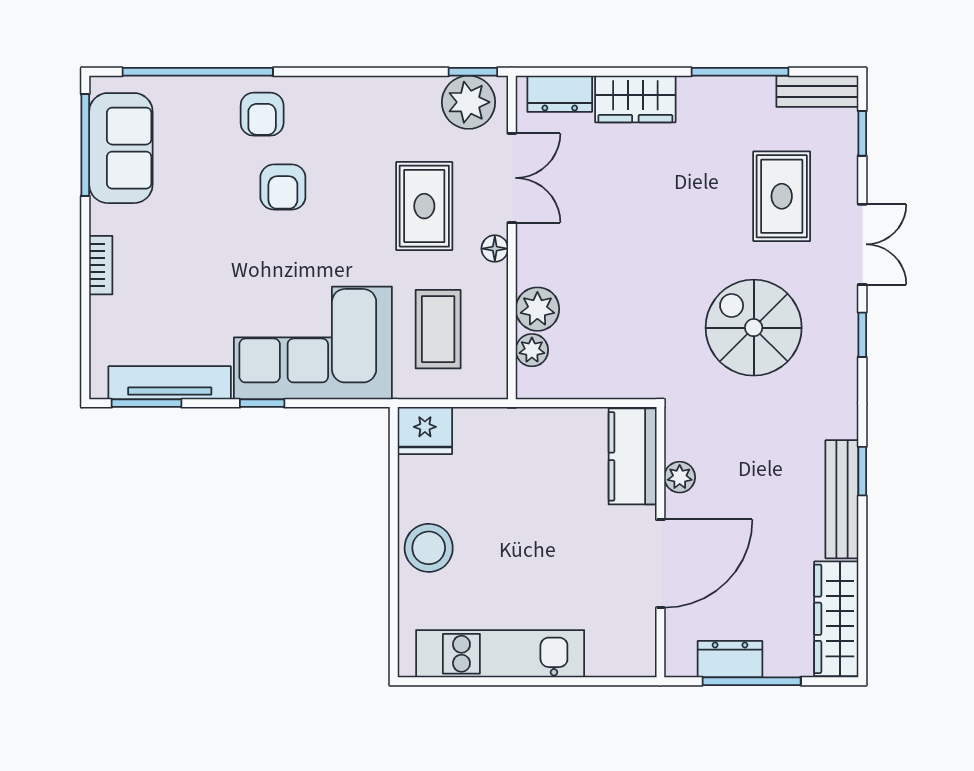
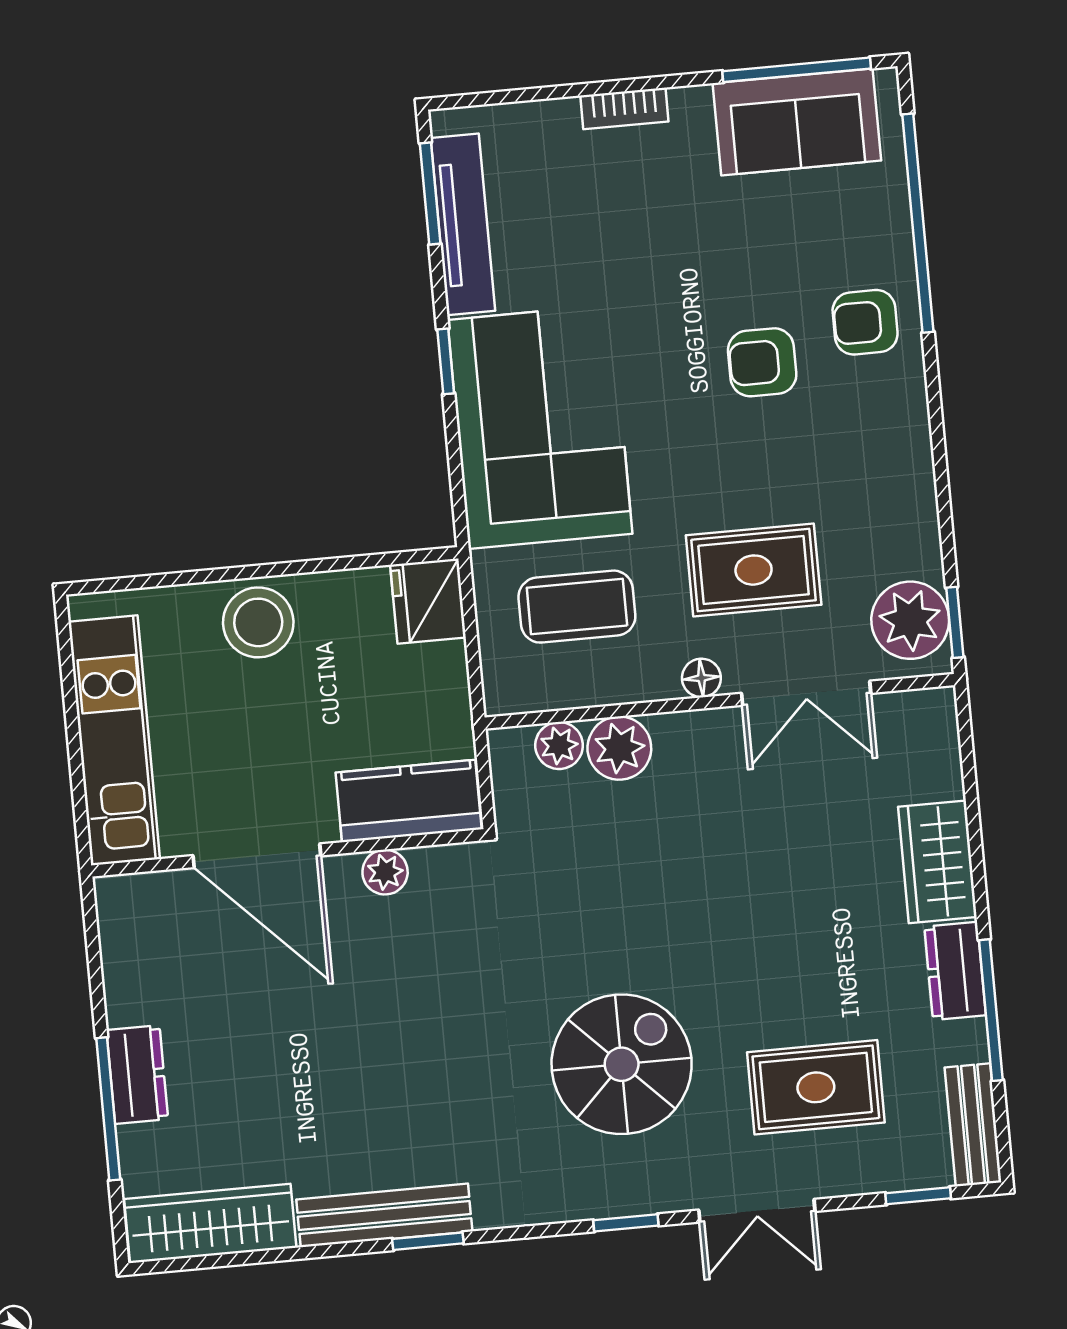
dresser: (560, 94) -> (955, 971), moved
kitchen counter: (633, 456) -> (409, 801), moved
plant: (680, 477) -> (385, 872), moved
wall: (660, 542) -> (288, 853), moved
door: (660, 564) -> (257, 856), moved

